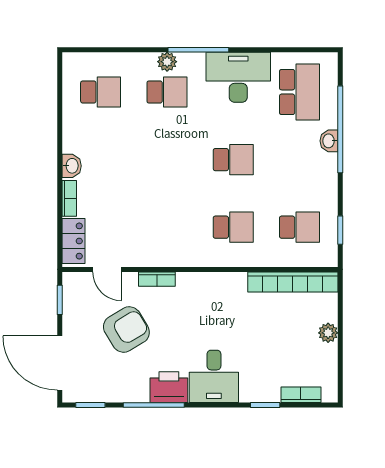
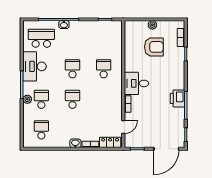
school desk: (299, 227) -> (72, 99), moved
bookcase: (293, 282) -> (129, 41), removed
armchair: (126, 330) -> (154, 47), moved, turned 121
desk: (214, 376) -> (136, 83), moved, turned 180

